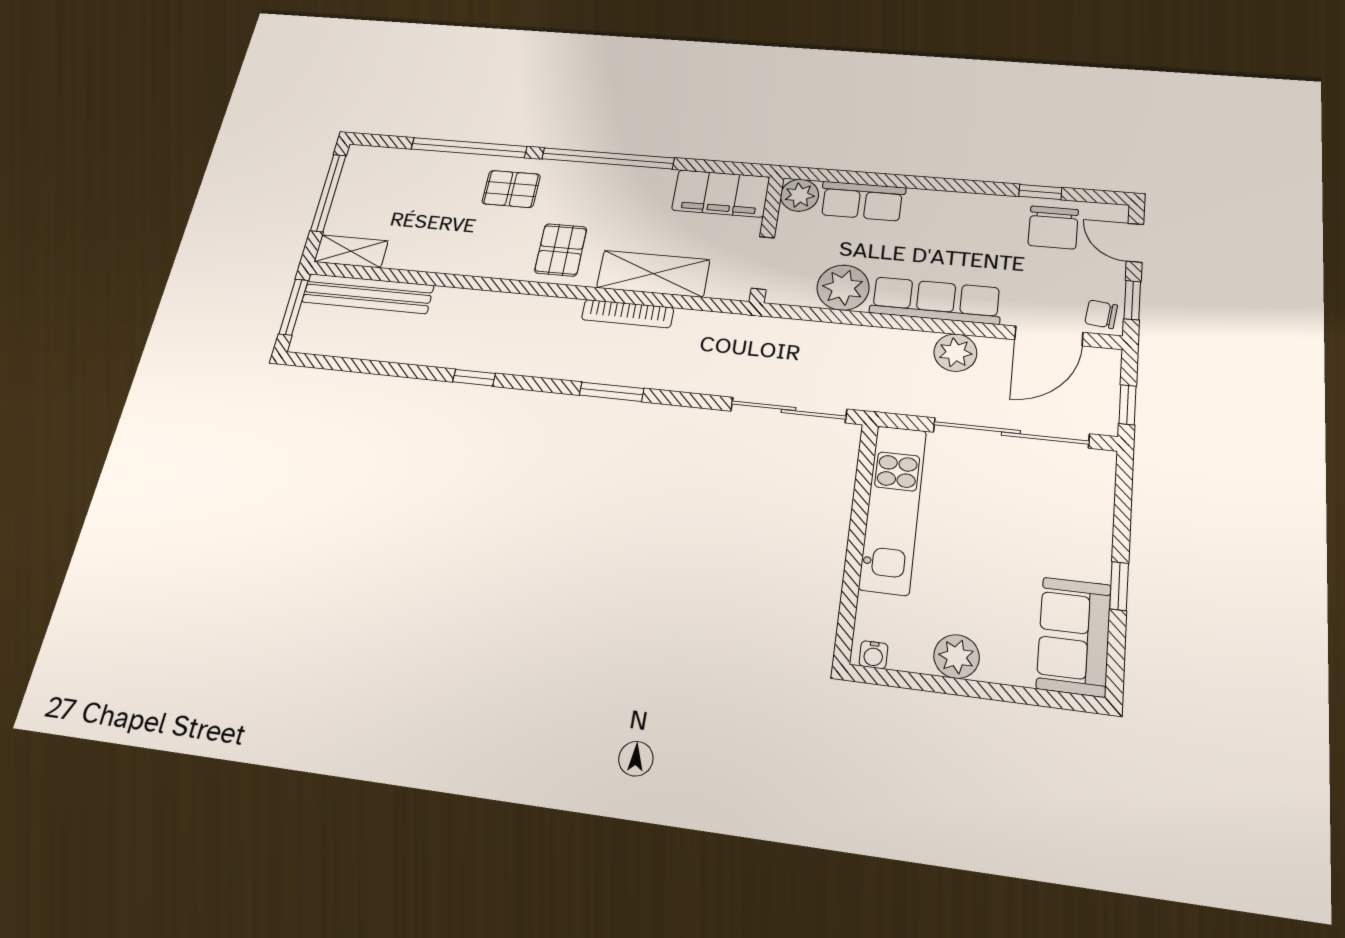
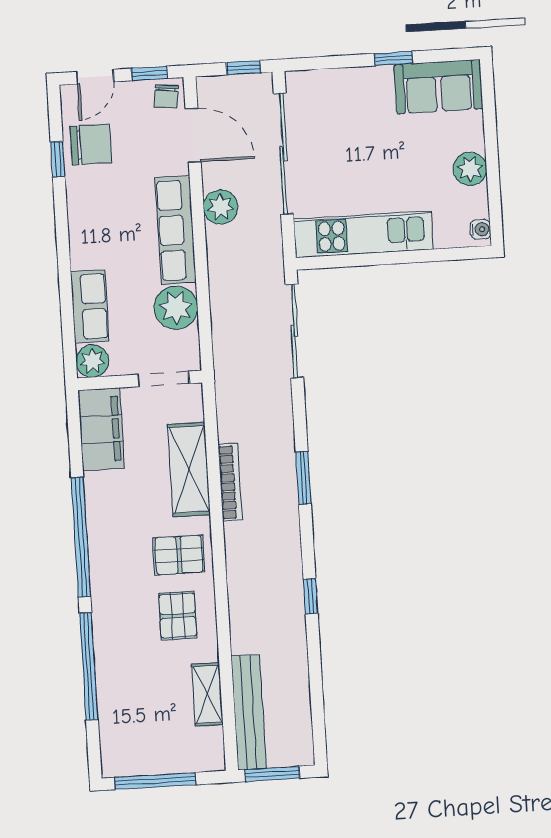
pallet: (511, 189) -> (178, 616), moved
shelving: (351, 251) -> (207, 694), moved

